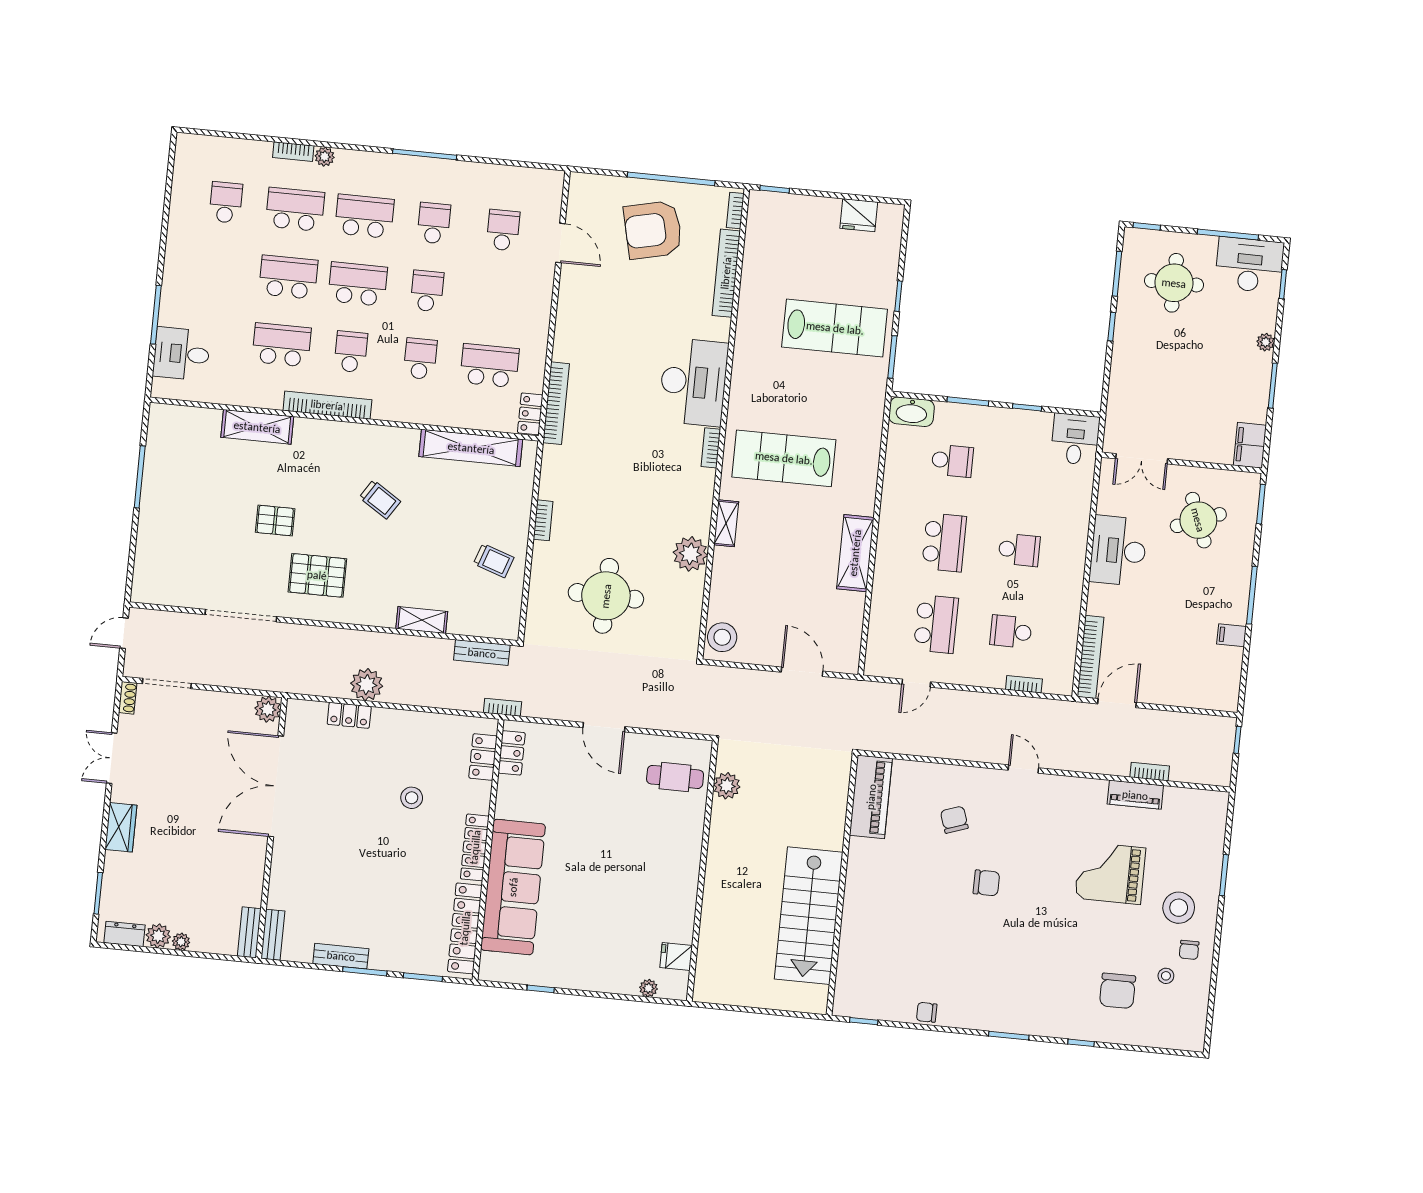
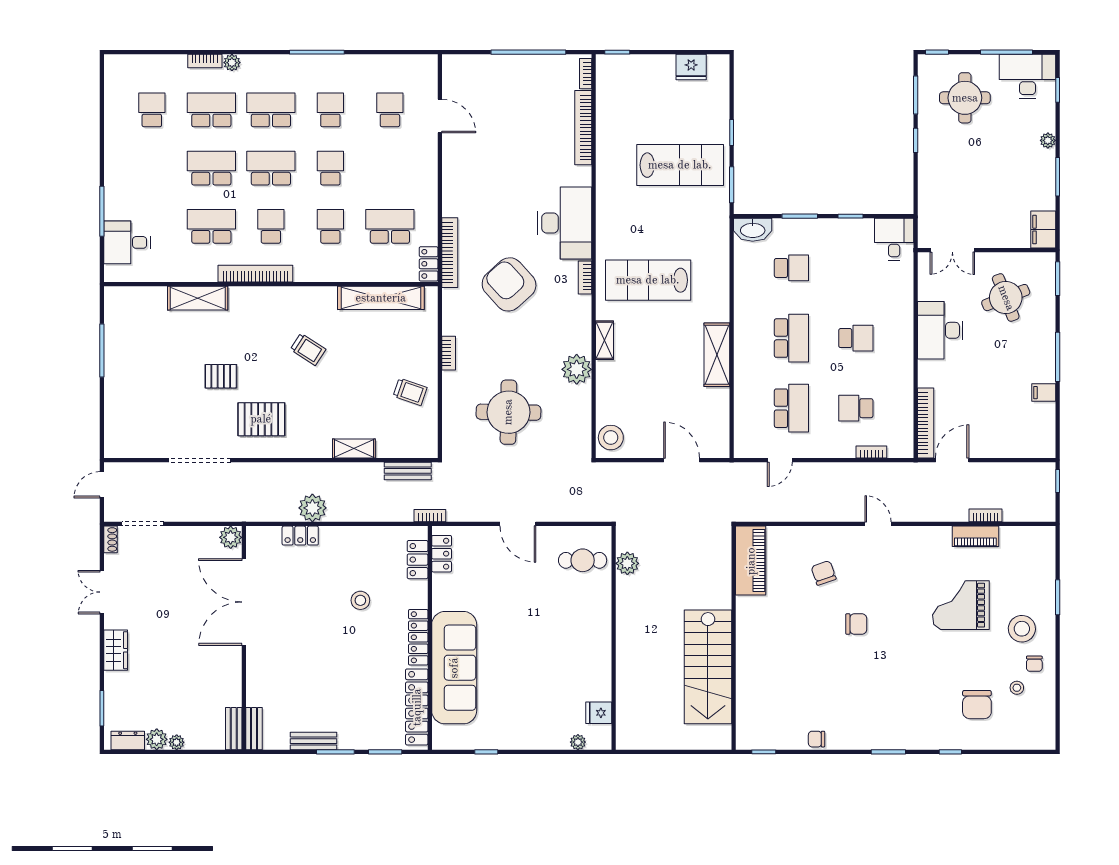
armchair: (653, 230) -> (509, 284), moved, turned 61

